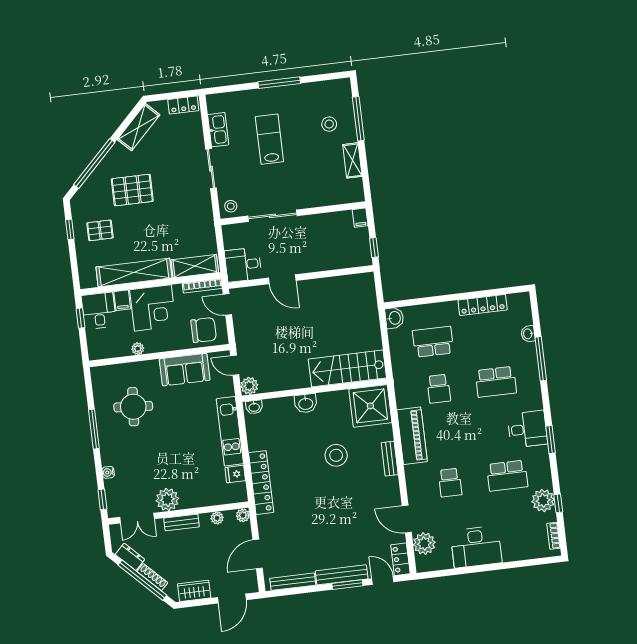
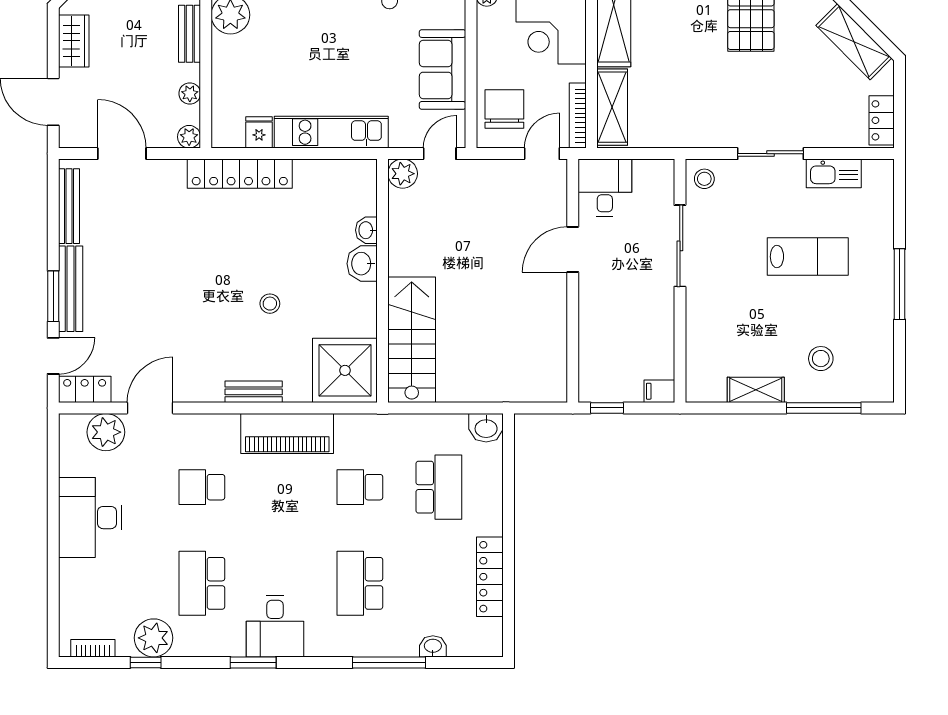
chair: (204, 330) -> (504, 109), turned 180
washbasin: (254, 407) -> (366, 230), moved
stool: (336, 455) -> (270, 304), width x0.53, depth x0.53

